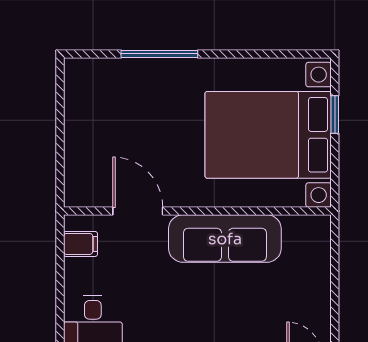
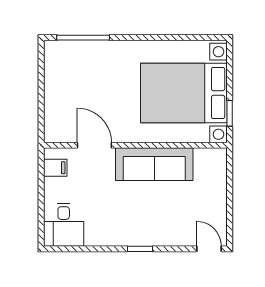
window: (159, 54) -> (83, 38), moved
window: (335, 115) -> (230, 113), moved

